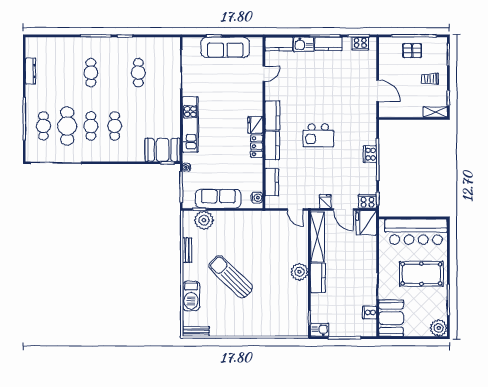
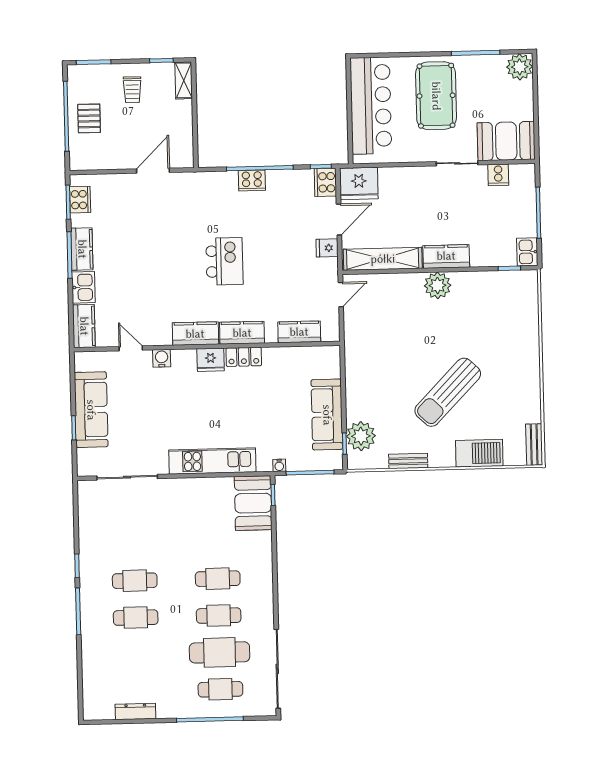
cafe table: (138, 73) -> (135, 581), moved
water cooler: (257, 198) -> (162, 358), moved

